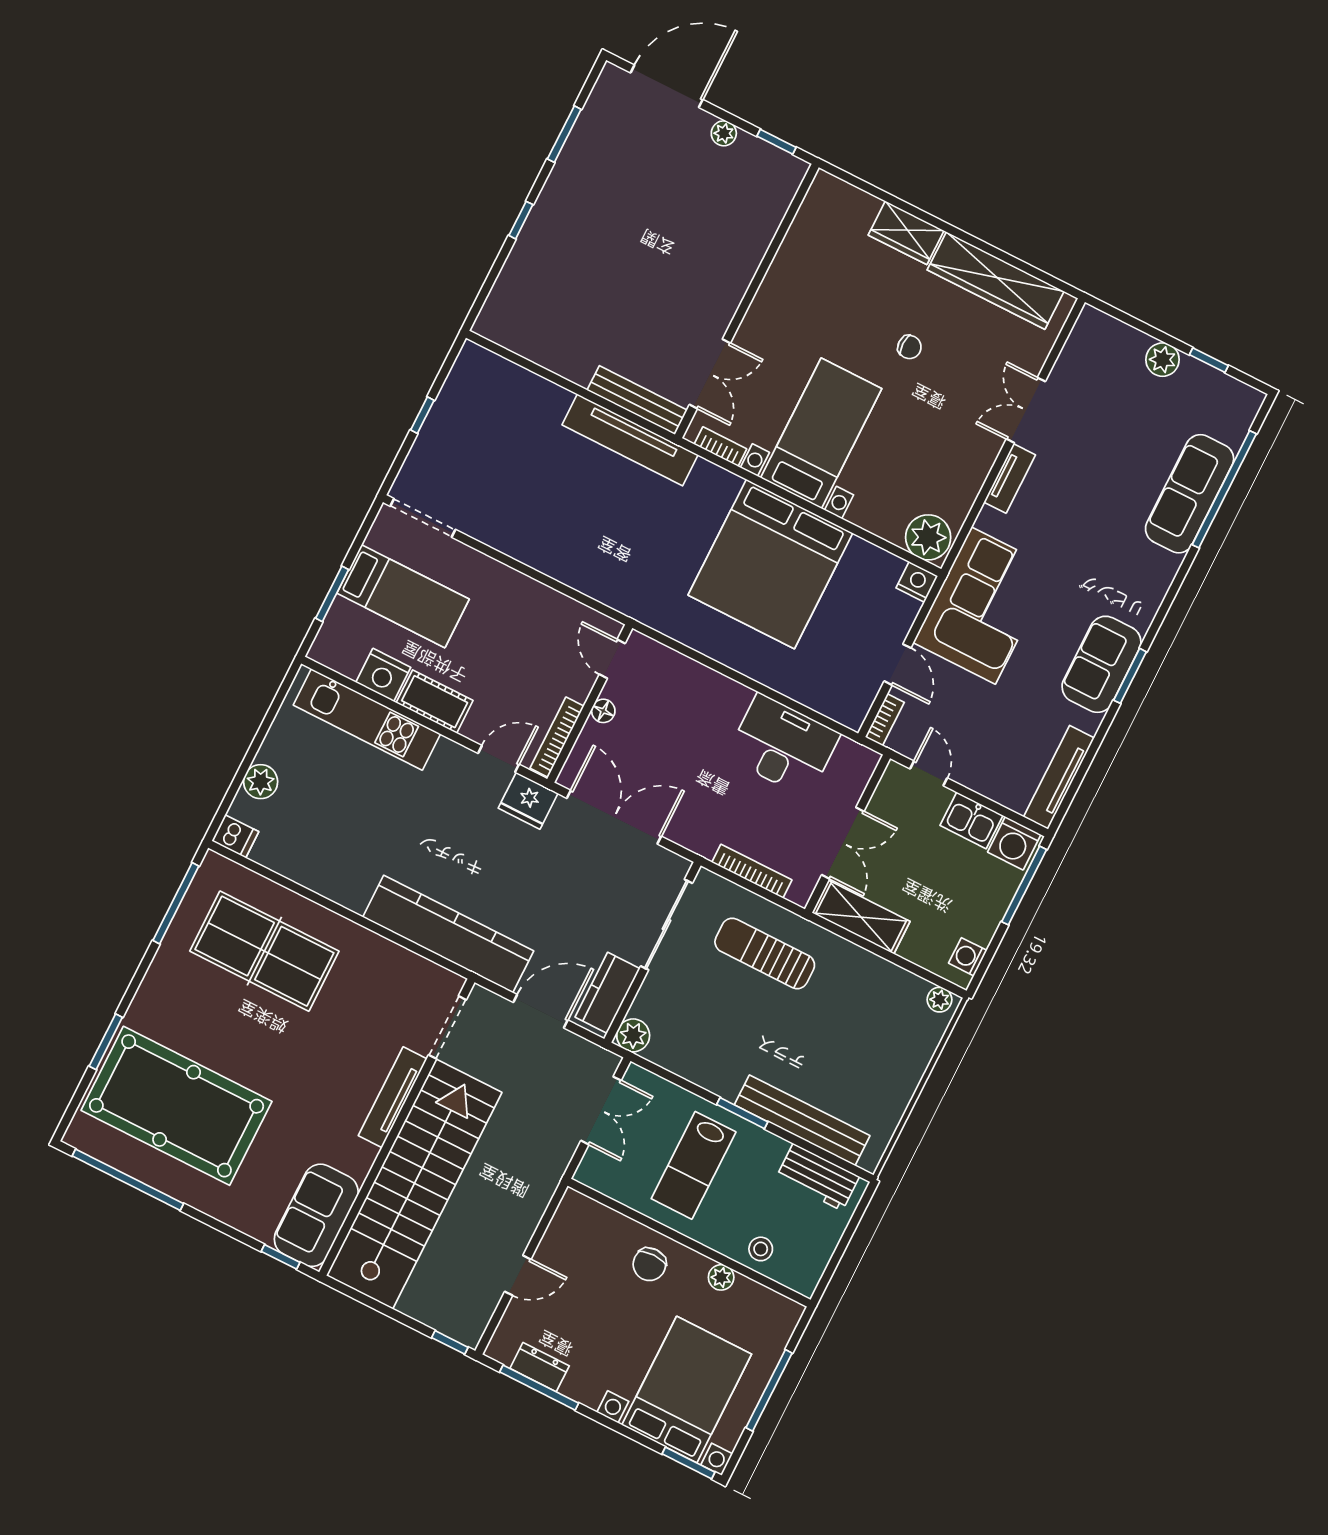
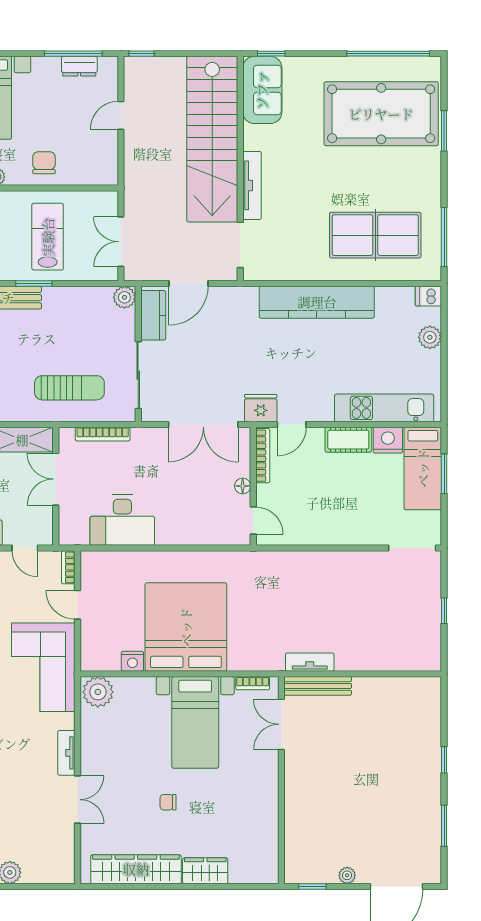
tv unit: (630, 440) -> (310, 662), width x0.52, depth x0.78
nightstand: (917, 582) -> (132, 661), moved
bed: (403, 596) -> (423, 468), moved, turned -90
kitchen counter: (448, 934) -> (317, 302), moved

